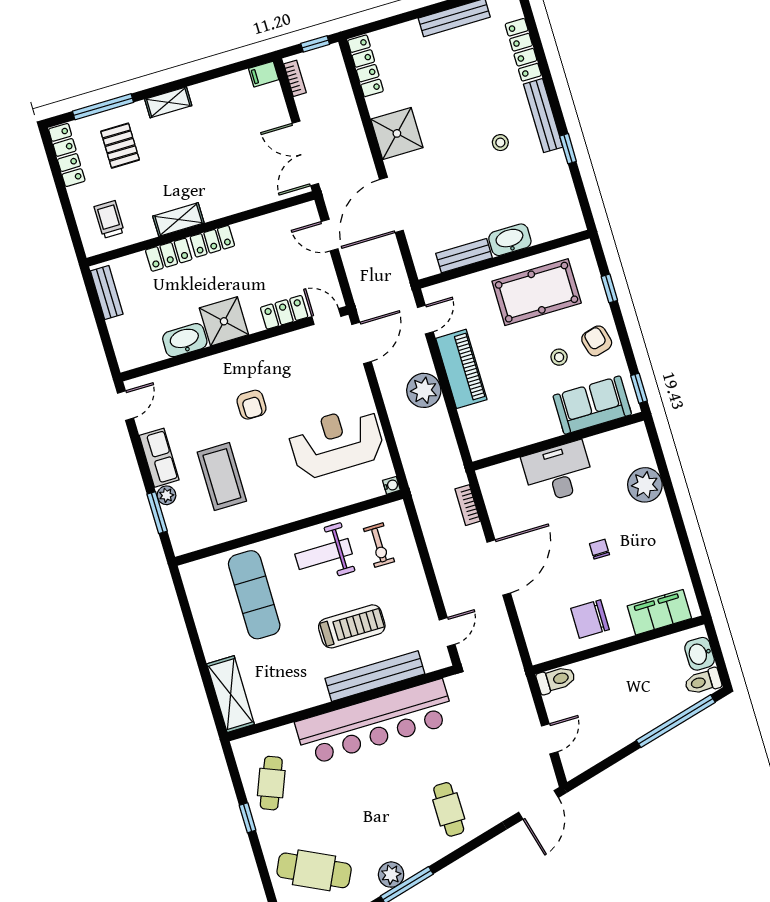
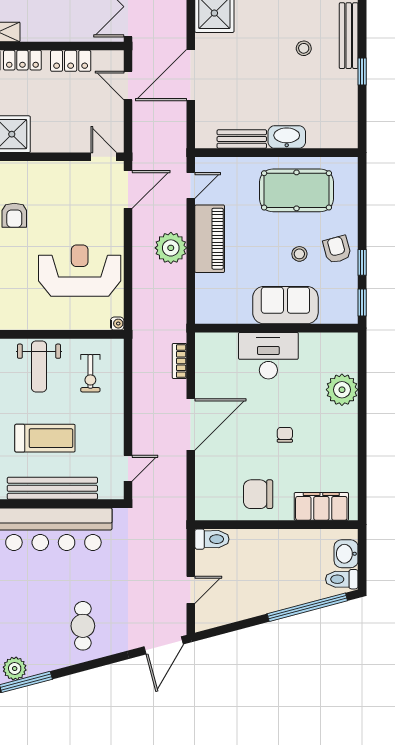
window: (609, 288) -> (362, 262), moved
locker: (284, 312) -> (71, 61), moved, turned 180
sofa: (592, 405) -> (285, 305), moved
weight bench: (324, 554) -> (39, 367), turned -90

